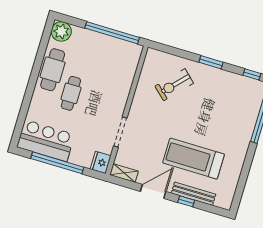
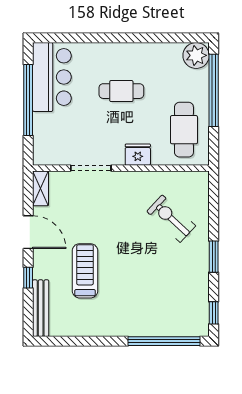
window: (112, 33) -> (214, 90), moved
cafe table: (53, 70) -> (184, 130), moved, turned 90
treadmill: (193, 159) -> (85, 271), width x0.73, depth x0.73
fridge: (101, 162) -> (138, 155), moved
bench: (194, 194) -> (41, 308), moved

